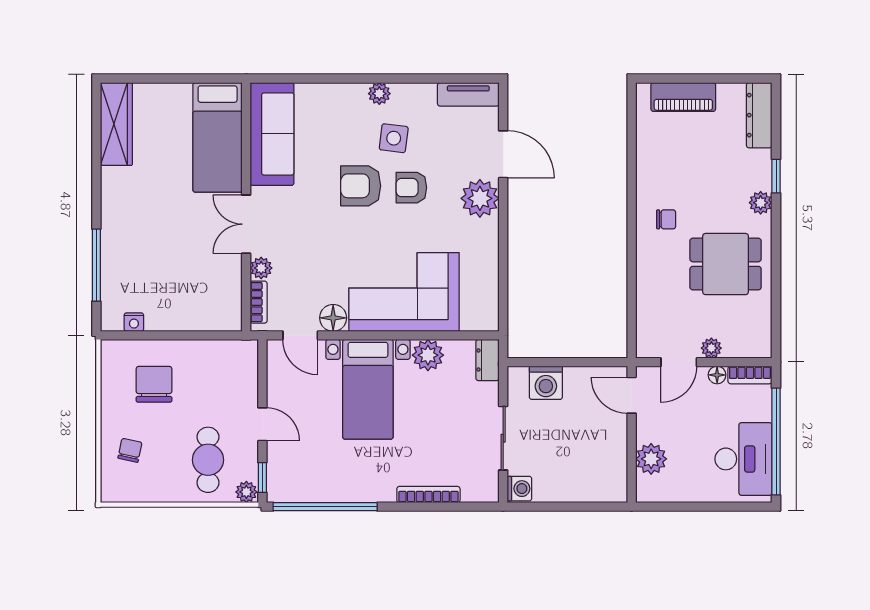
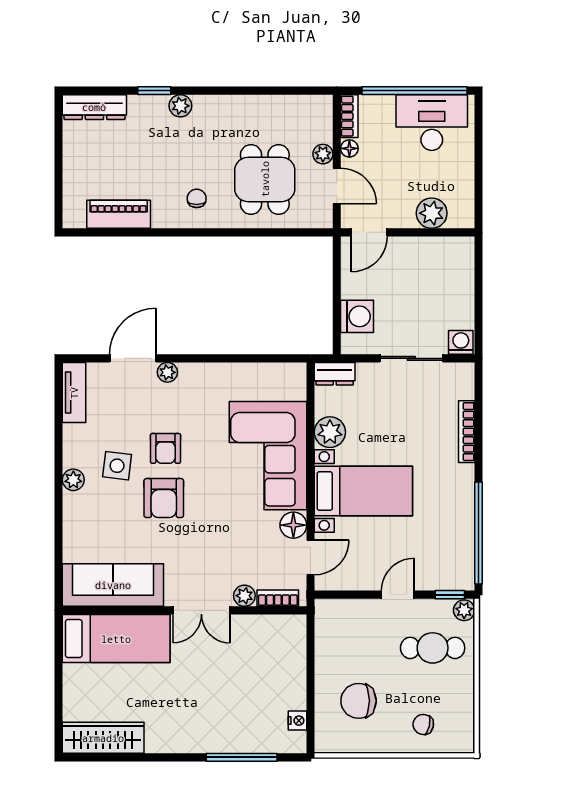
piano: (683, 97) -> (119, 214), moved, turned -90
plant: (480, 198) -> (167, 372), width x0.53, depth x0.53
dining table: (726, 264) -> (265, 179), moved

